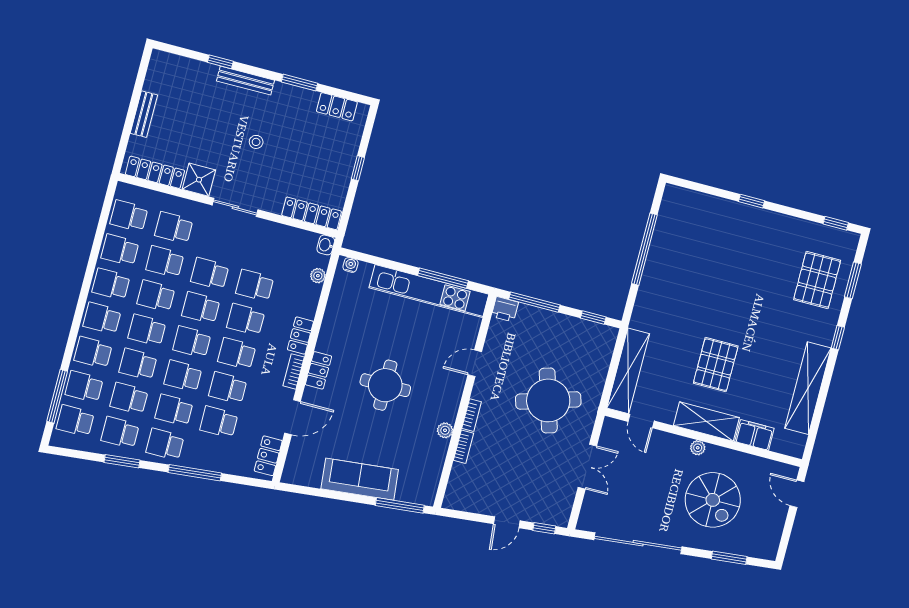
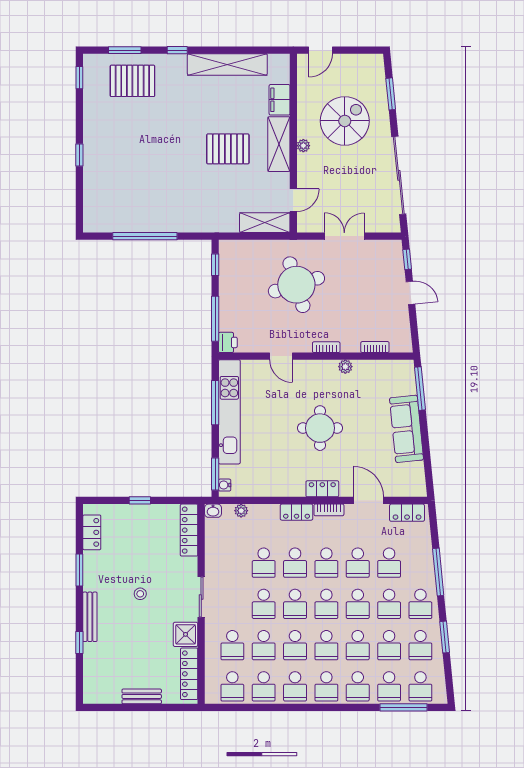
window: (365, 258) -> (215, 474), added
shelving: (628, 371) -> (265, 223), width x0.68
bookcase: (463, 447) -> (375, 347), moved

